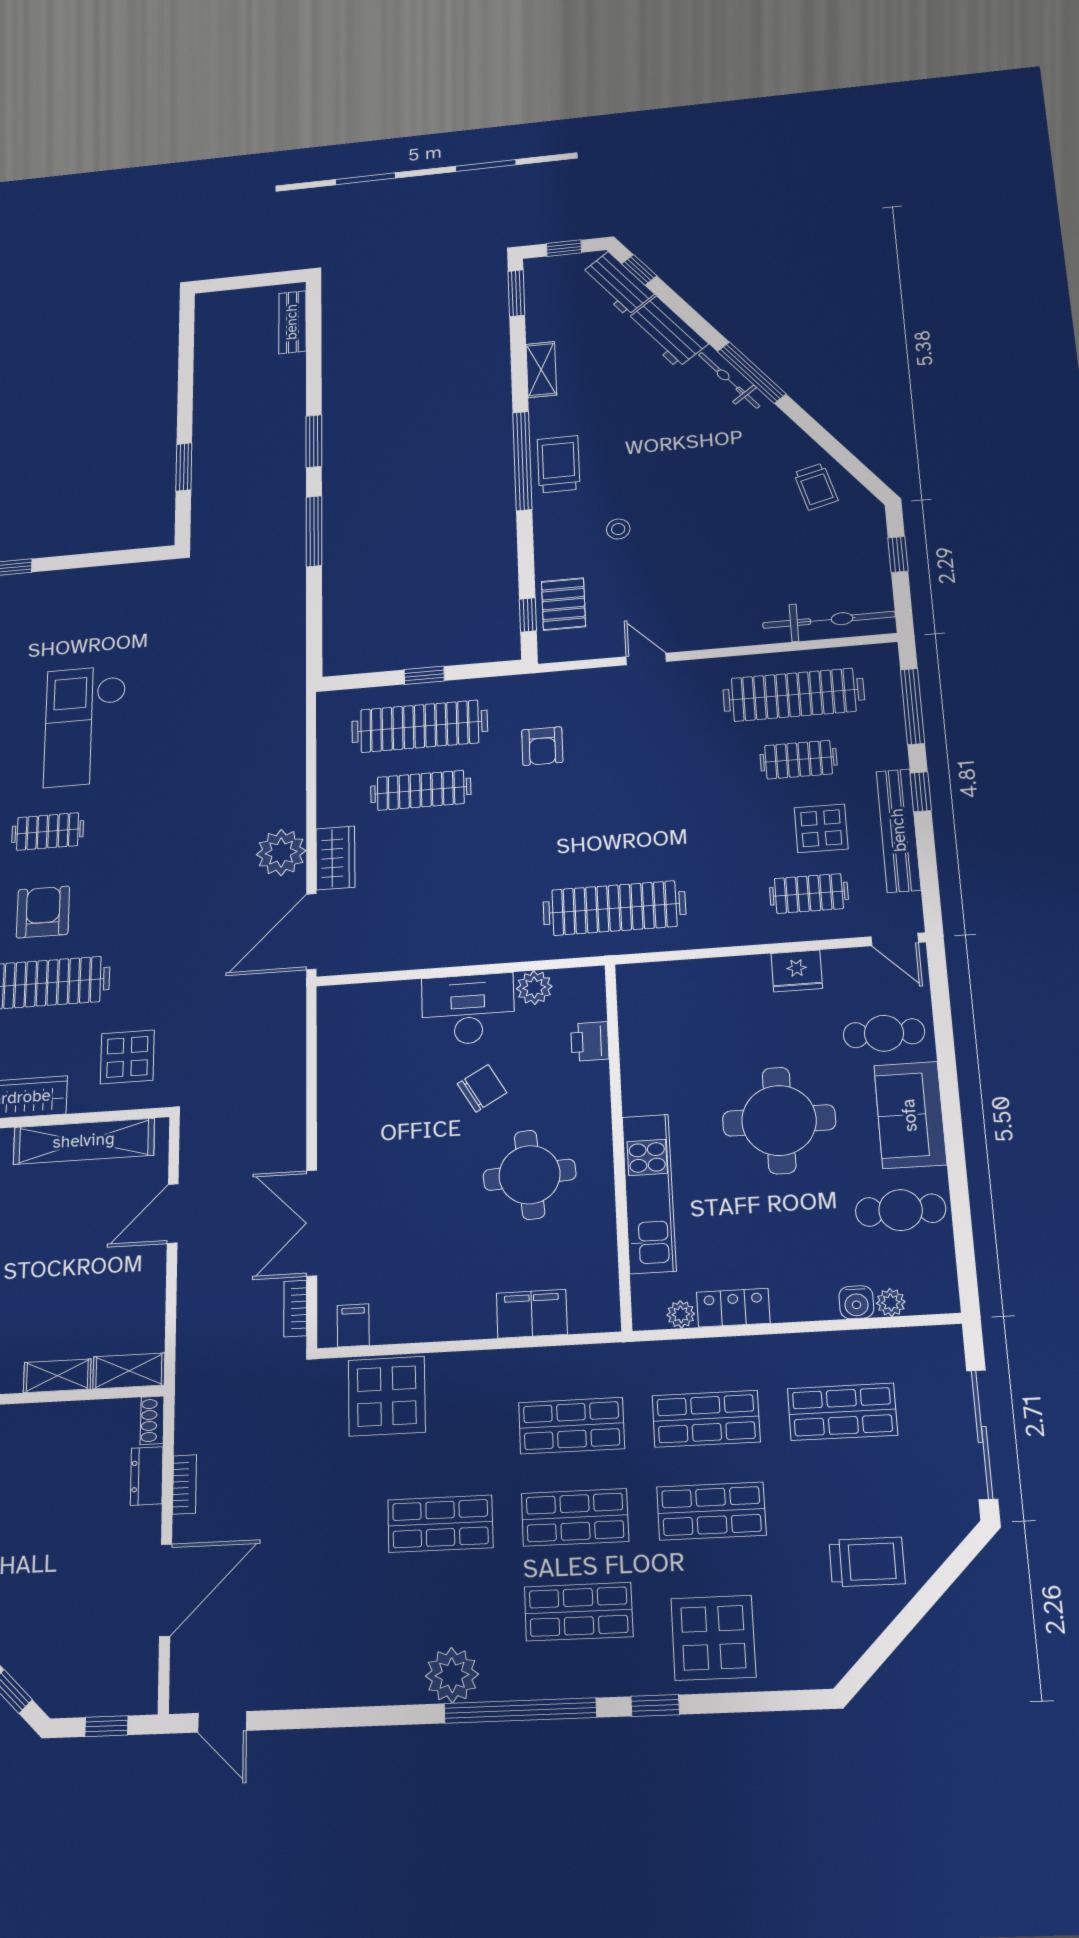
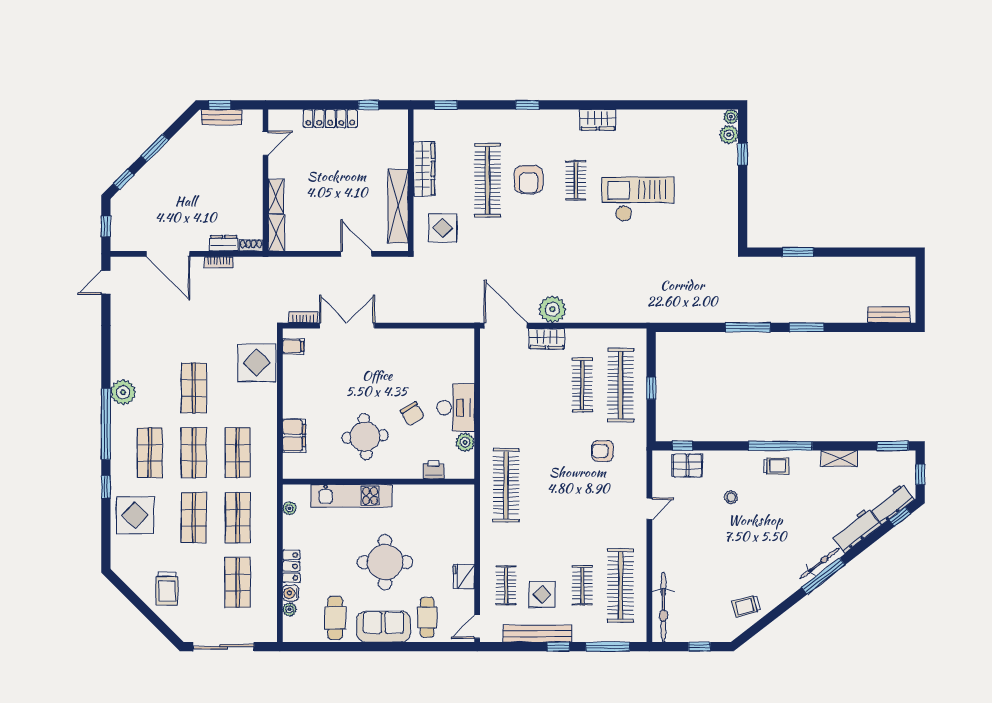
trolley: (559, 464) -> (776, 466), width x0.73, depth x0.72
armchair: (43, 912) -> (529, 179), turned 90
locker: (733, 1308) -> (291, 566), moved

